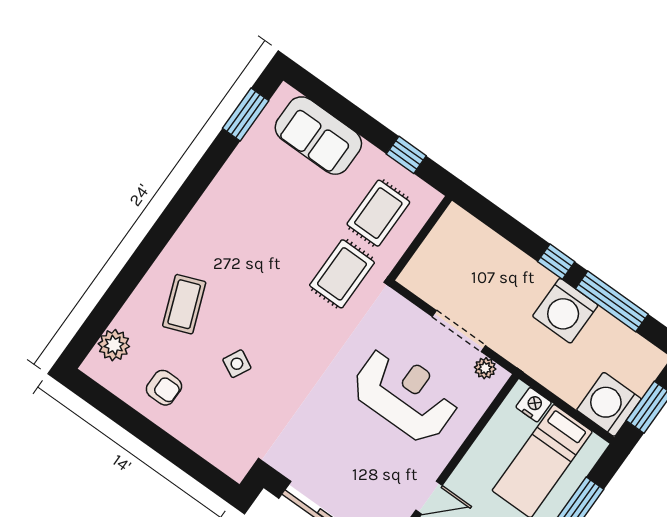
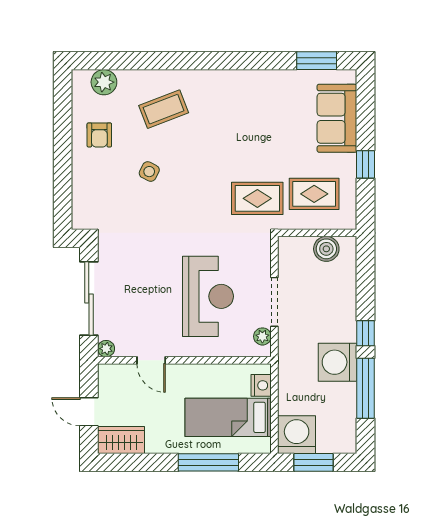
window: (406, 155) -> (365, 164), moved
boiler: (443, 240) -> (326, 249), added

